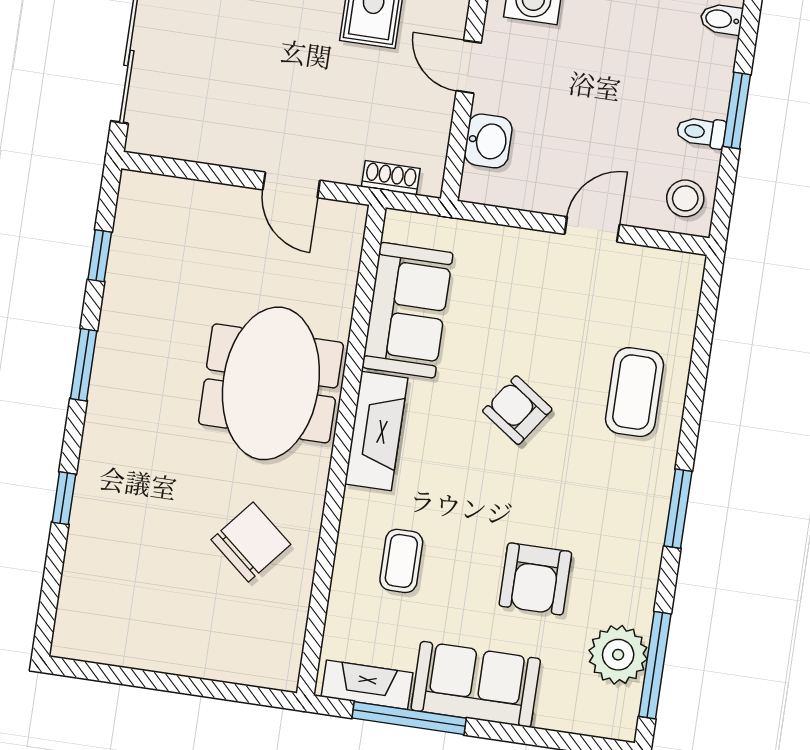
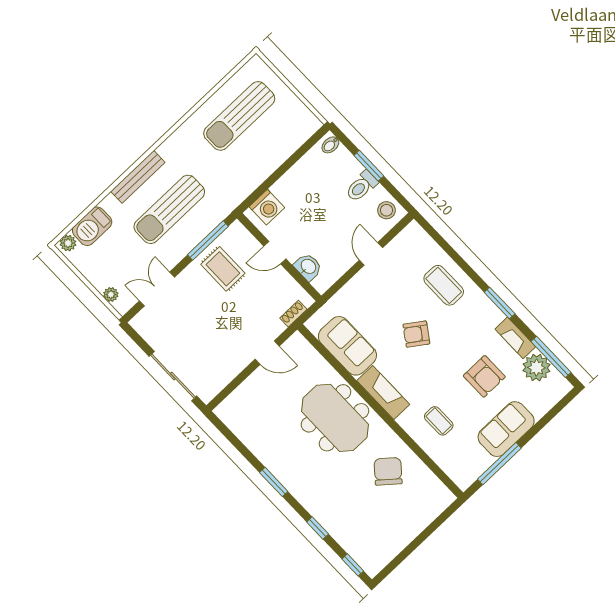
toilet: (701, 132) -> (362, 186), width x1.37, depth x1.39
window: (100, 256) -> (353, 565), moved
fireplace: (367, 685) -> (515, 338), moved, turned -90

